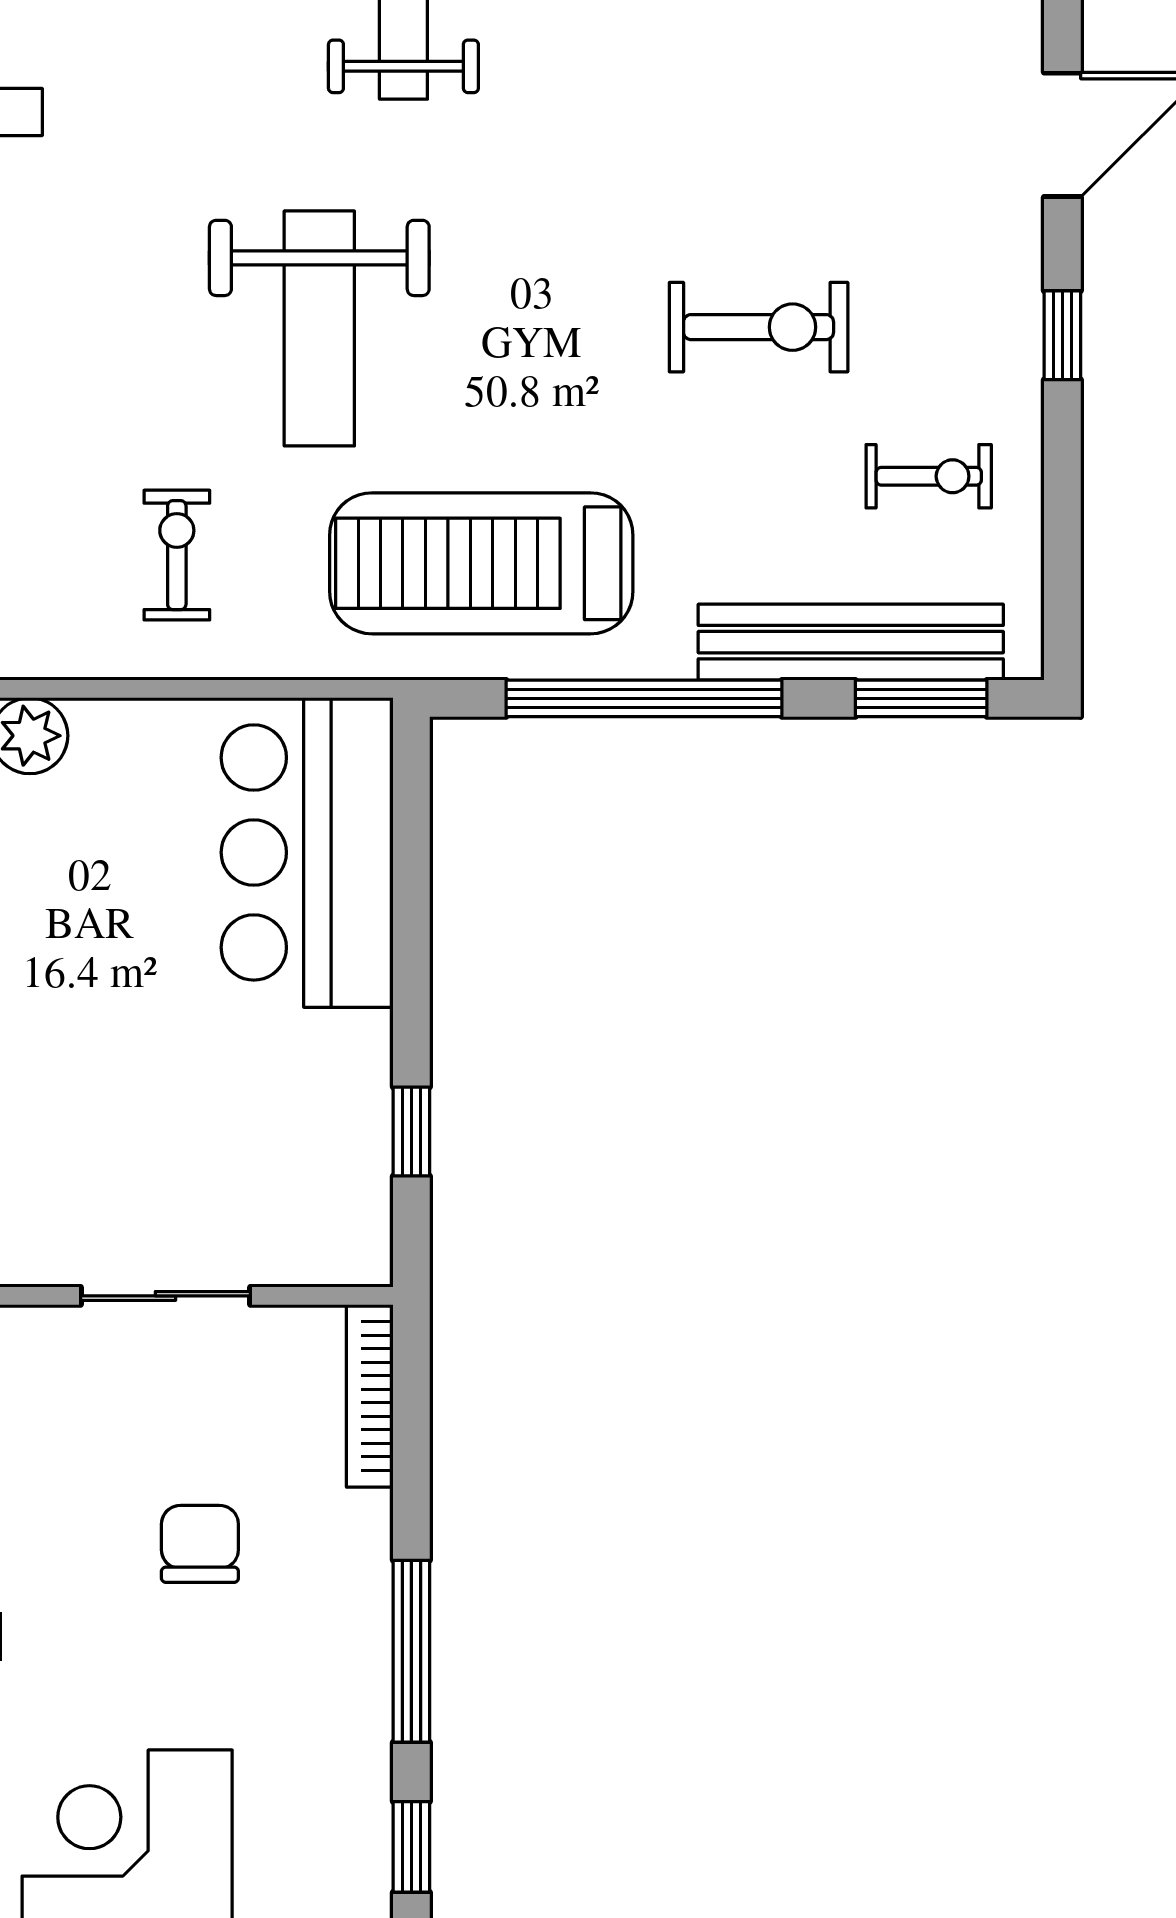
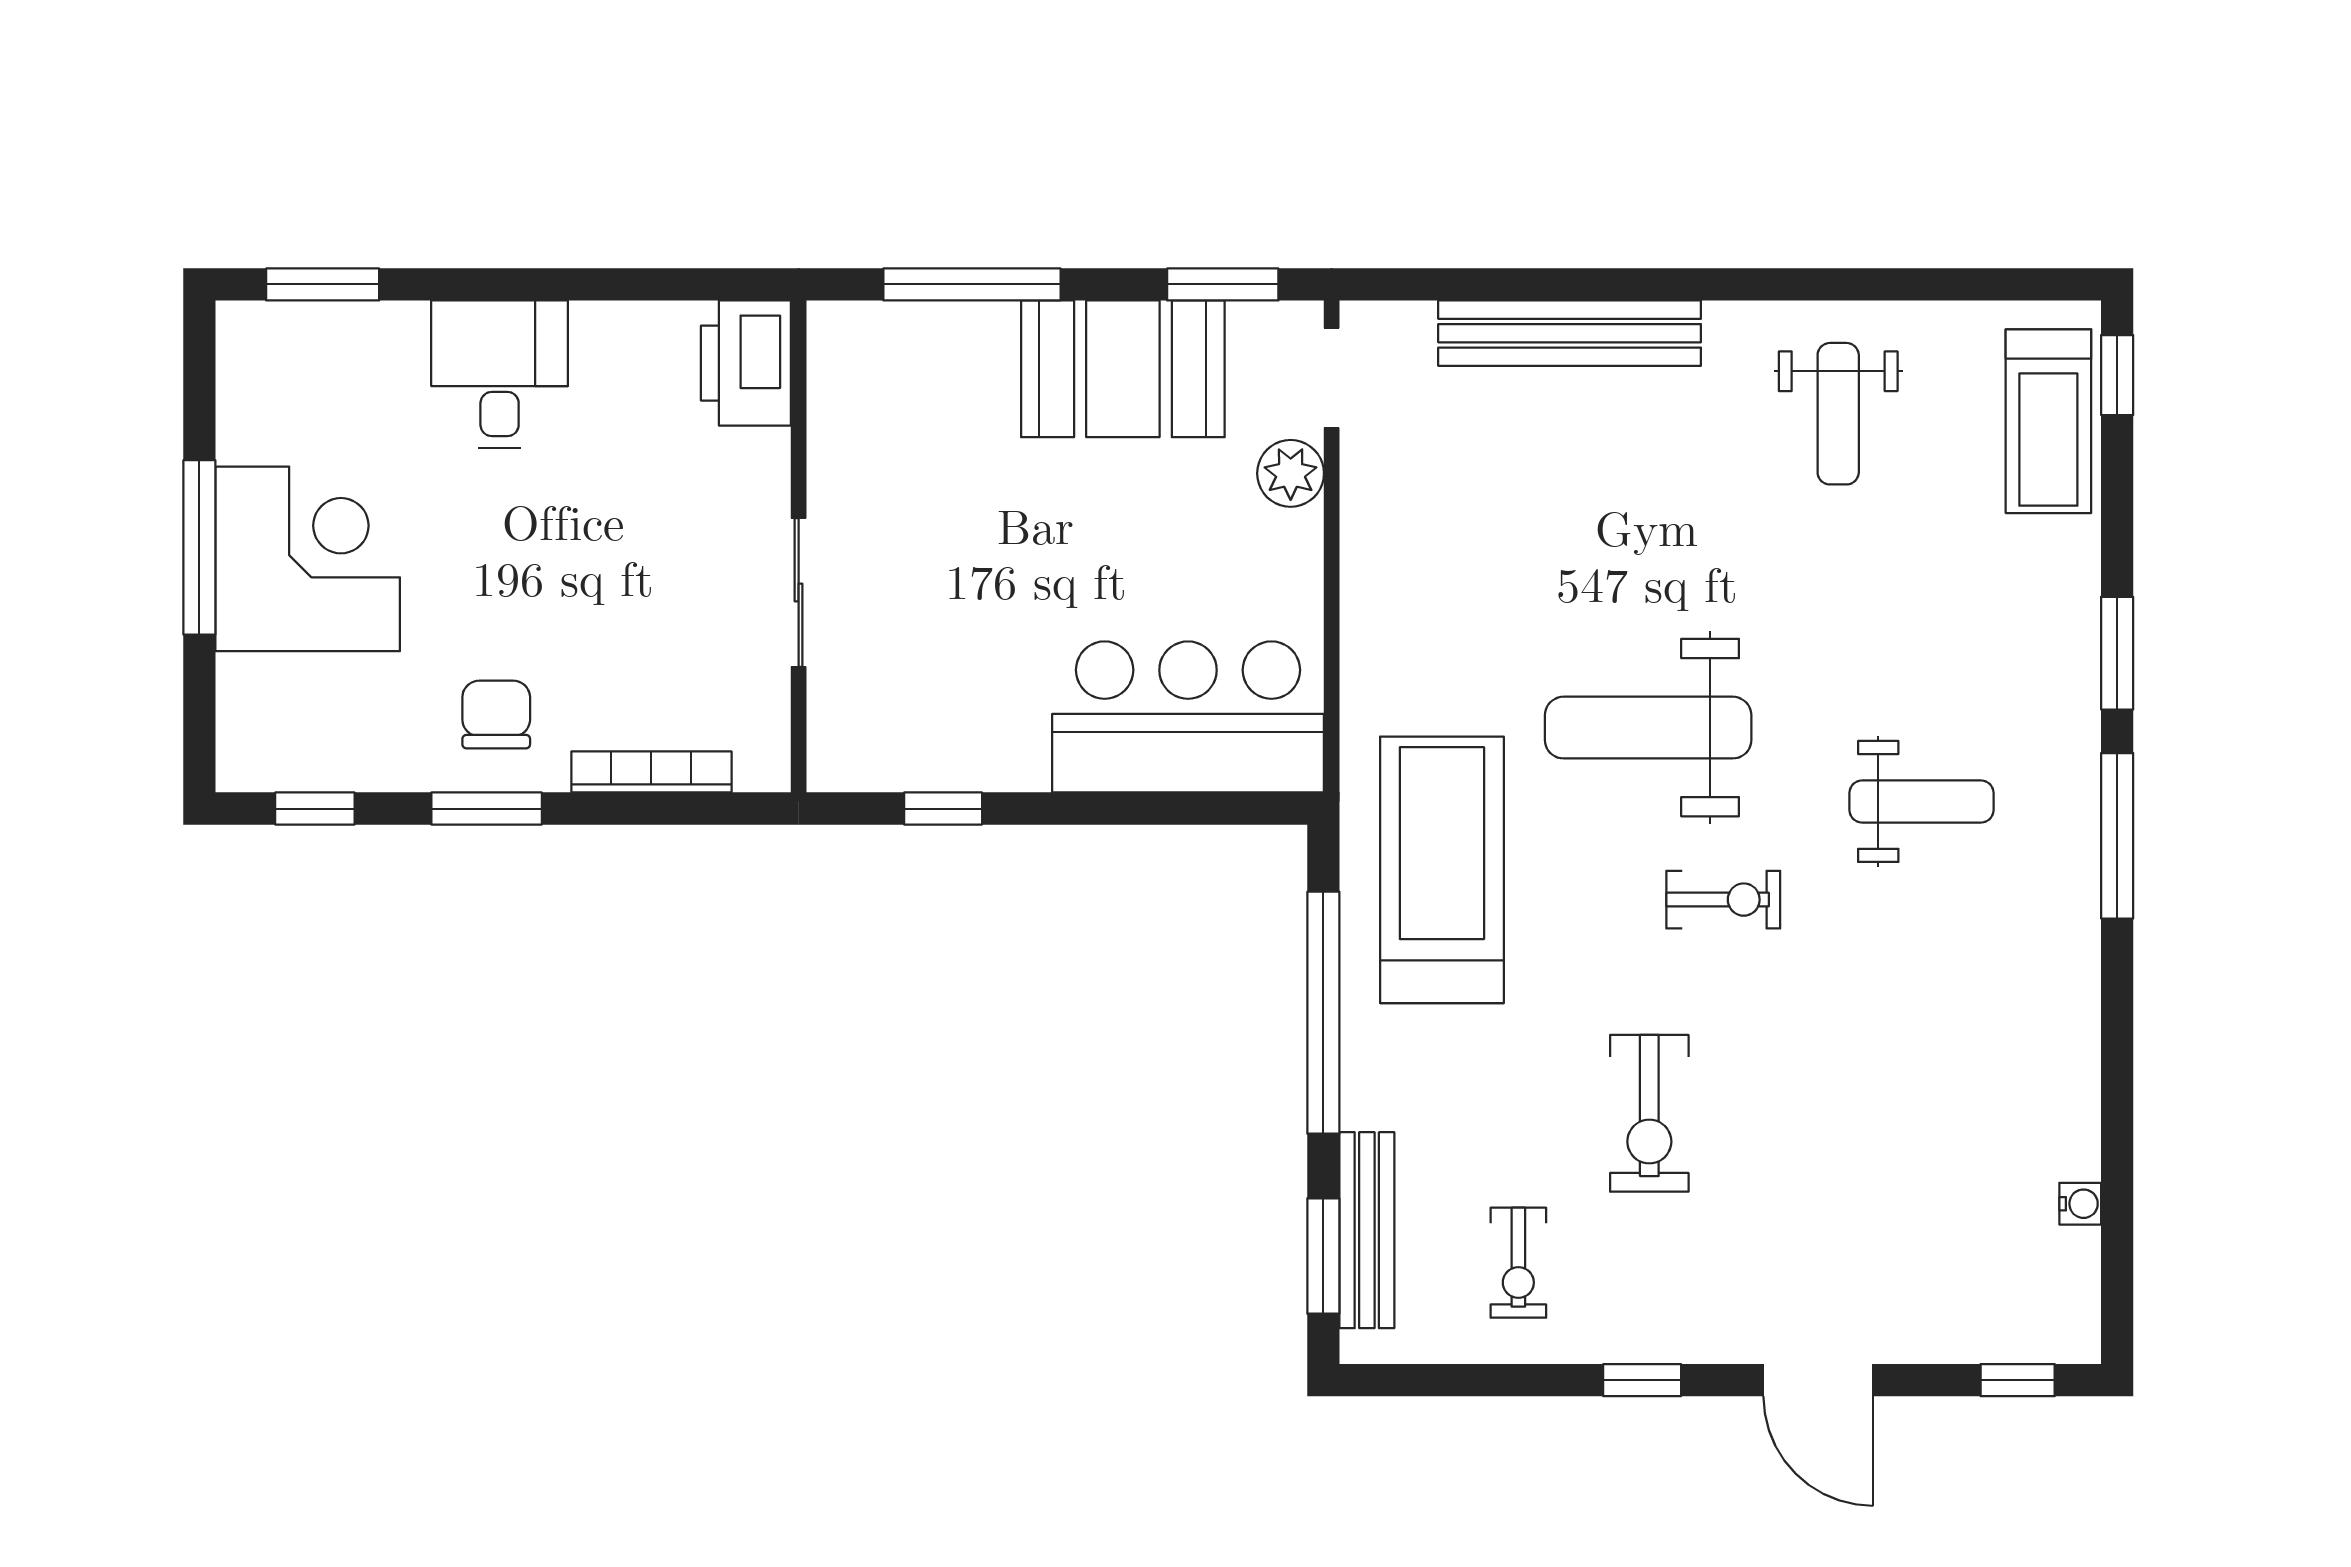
exercise bike: (177, 555) -> (1723, 900), moved
bench: (851, 642) -> (1367, 1230), width x0.73, depth x0.82
bookcase: (370, 1396) -> (651, 772), moved
chair: (200, 1544) -> (496, 715), moved, turned -90
window: (411, 1651) -> (487, 809), width x0.69

